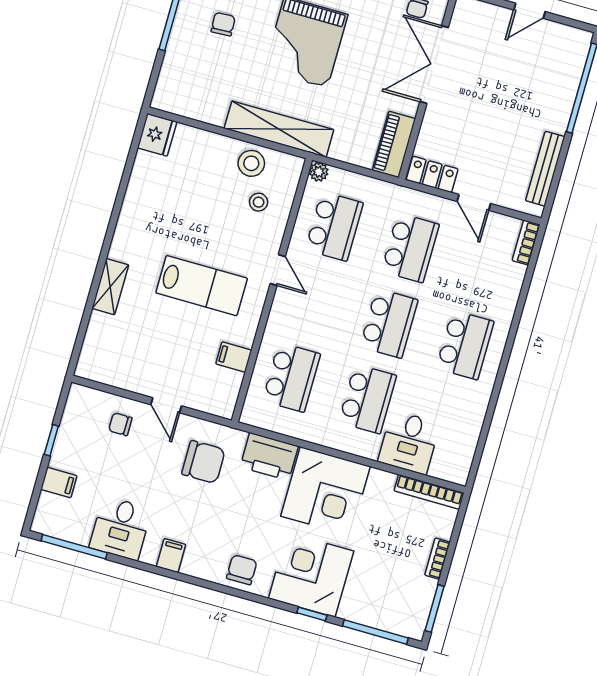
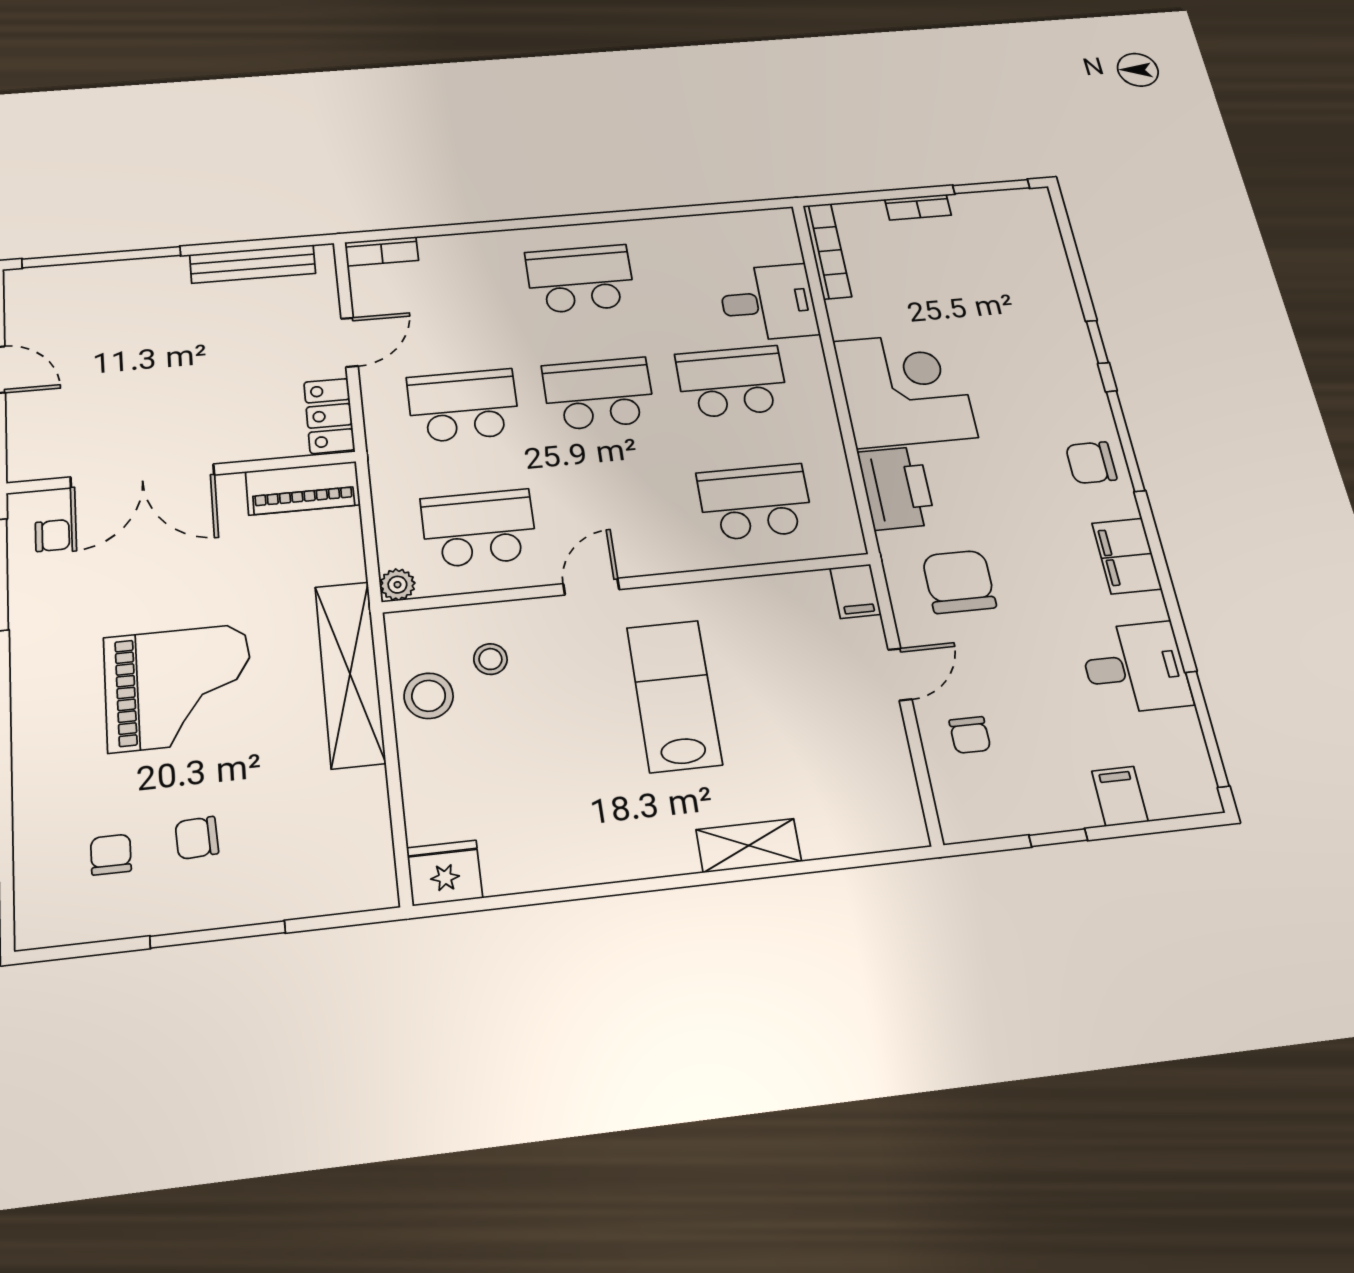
filing cabinet: (234, 357) -> (855, 591), moved
filing cabinet: (171, 556) -> (1127, 556), width x2.00
corner desk: (311, 575) -> (1041, 364), removed
window: (375, 632) -> (1125, 441), moved

